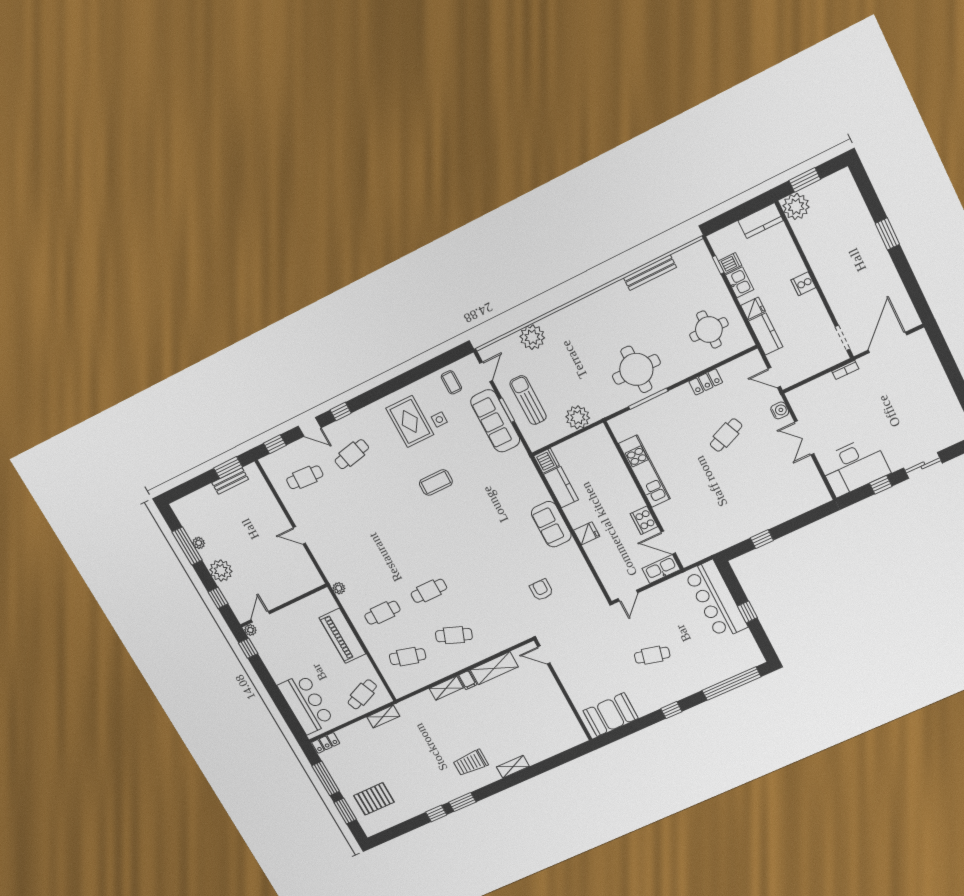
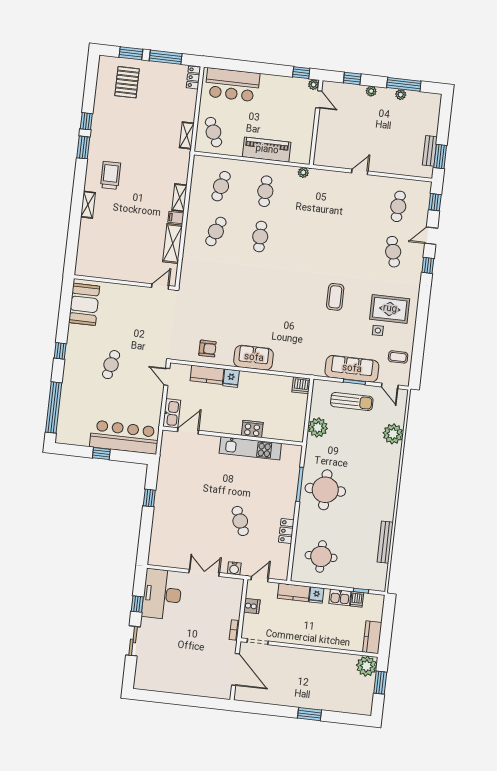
cooker: (803, 284) -> (252, 606), moved, turned 90
kitchen counter: (561, 487) -> (207, 375), moved
cooker: (644, 520) -> (252, 429), moved
plant: (221, 571) -> (371, 91), width x0.53, depth x0.53
armchair: (541, 590) -> (208, 349), moved

